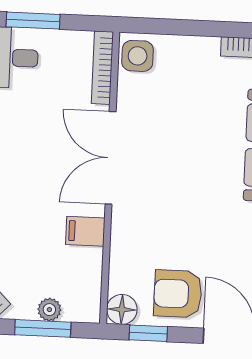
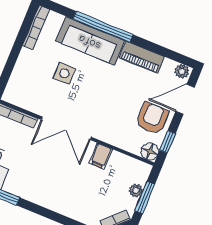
side table: (138, 56) -> (64, 73), moved
armchair: (178, 294) -> (152, 118), turned 180

